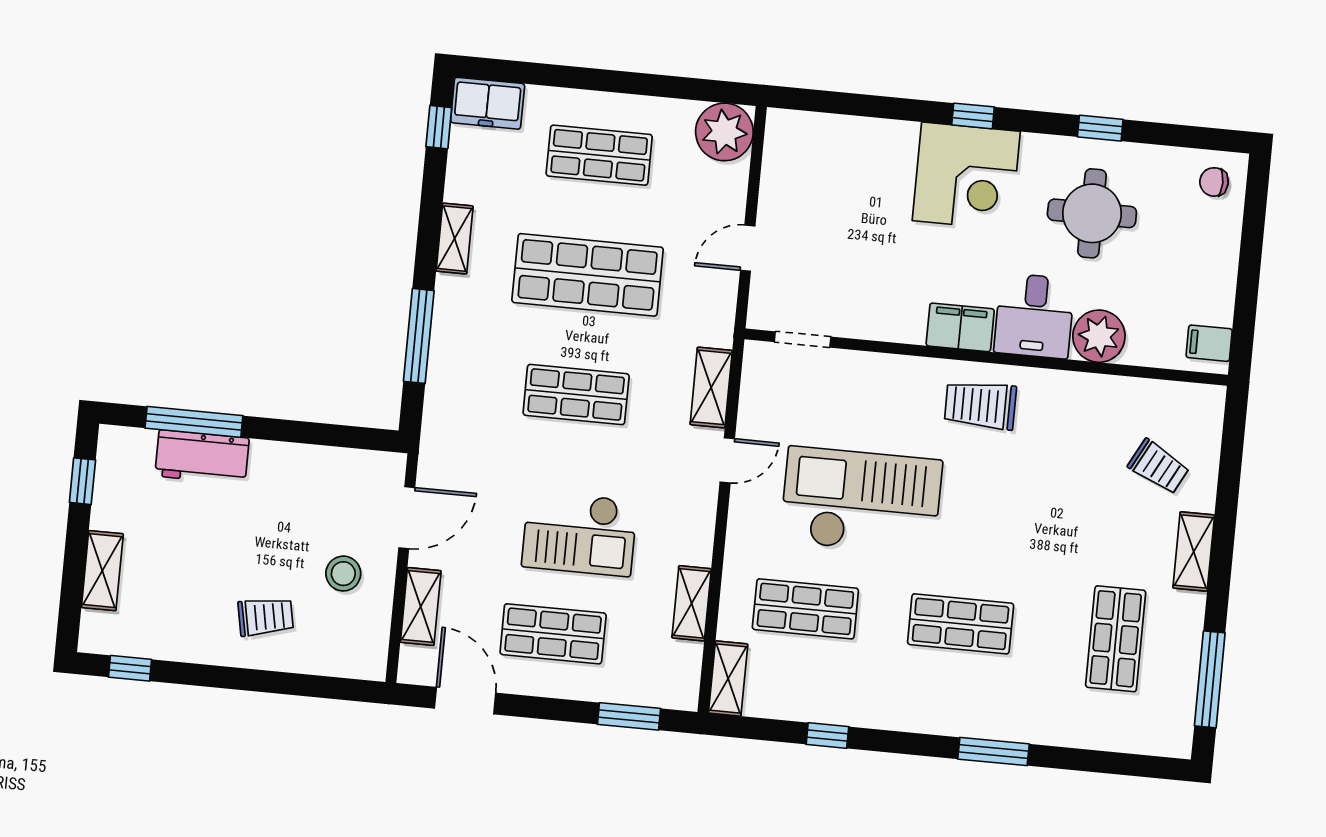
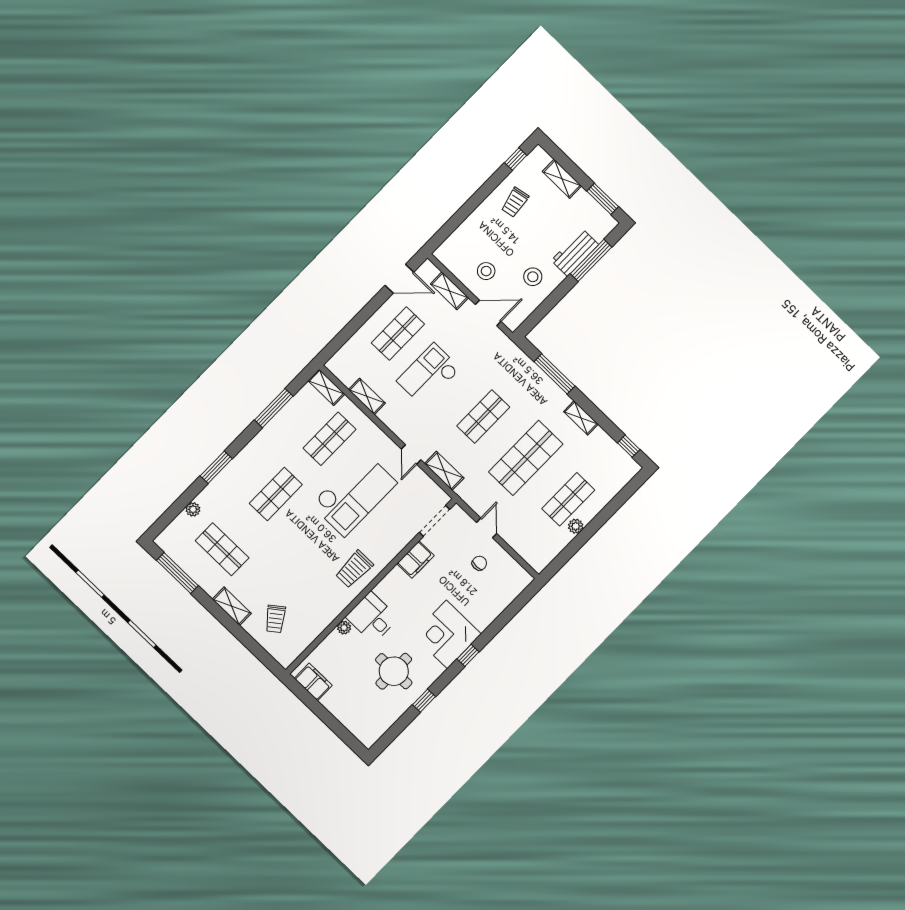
freezer: (488, 103) -> (623, 472), removed
plant: (724, 132) -> (576, 526), moved, width x0.53, depth x0.53
chair: (1214, 182) -> (479, 563), moved
filing cabinet: (960, 327) -> (415, 560), moved
plant: (1099, 336) -> (344, 628), width x0.53, depth x0.53
doorway: (803, 339) -> (434, 521), width x1.38
filing cabinet: (1209, 343) -> (313, 682), width x2.00
trolley: (980, 405) -> (354, 569), turned 180
trolley: (1159, 467) -> (275, 619), turned -65
window: (82, 481) -> (603, 199), width x1.50
stool: (293, 493) -> (533, 277), added
door: (407, 518) -> (488, 313), swing flipped
trolley: (266, 617) -> (515, 202), moved
window: (629, 716) -> (342, 337), removed
window: (827, 735) -> (274, 408), width x2.17
plant: (1089, 735) -> (193, 509), added

